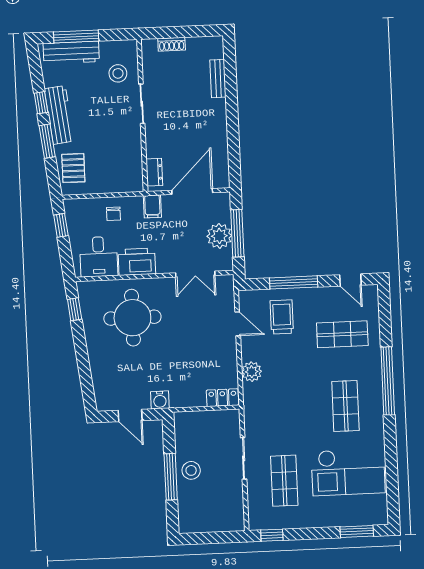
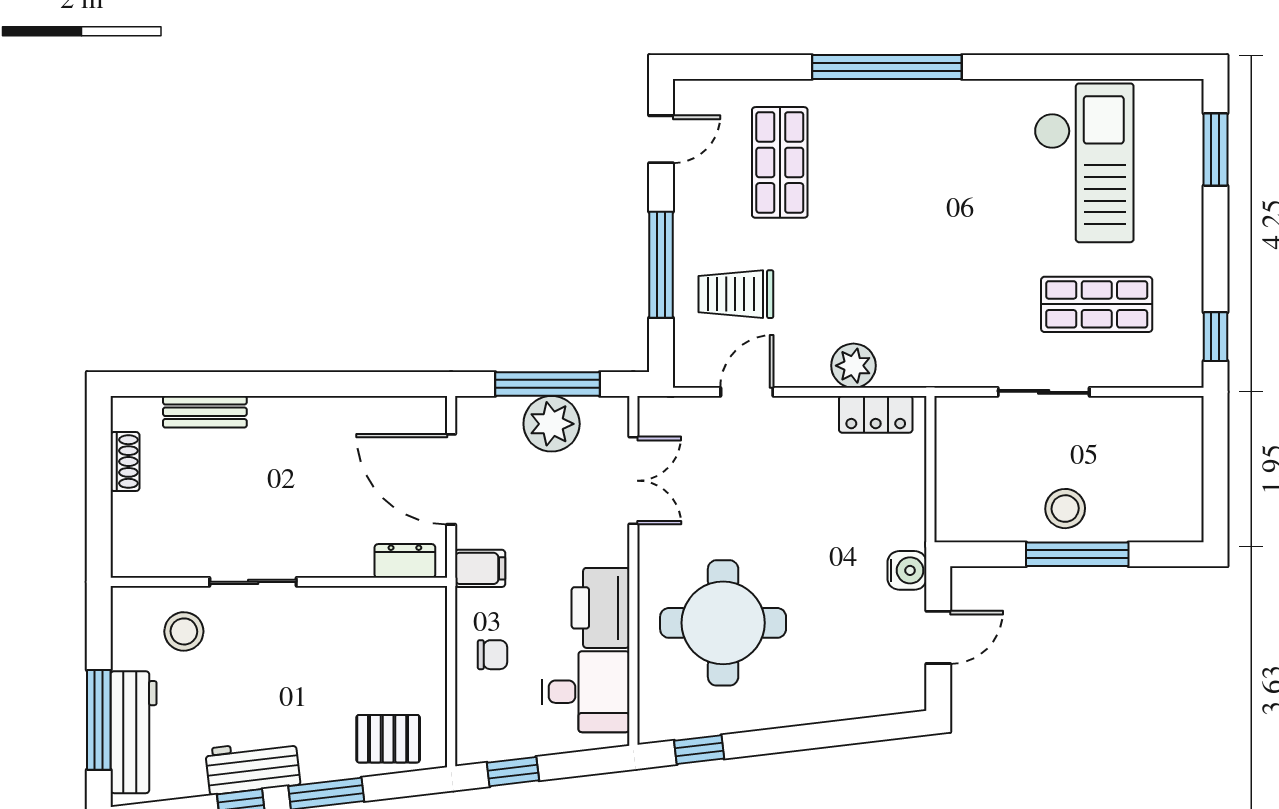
shoe rack: (172, 44) -> (125, 462), moved
workbench: (59, 115) -> (253, 767), width x0.73
locker: (222, 398) -> (876, 414), moved, turned -90
shop shelf: (345, 406) -> (938, 162), removed

